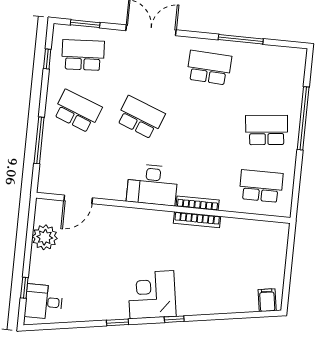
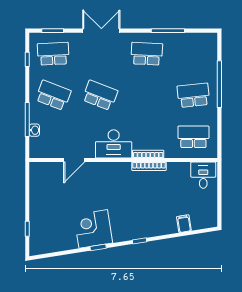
washbasin: (47, 156) -> (34, 130), added
door: (78, 199) -> (74, 160), moved
plant: (45, 237) -> (39, 190), removed
corner desk: (152, 295) -> (93, 229), moved
filing cabinet: (267, 300) -> (184, 224), moved
desk: (44, 302) -> (203, 175), moved, turned 90

